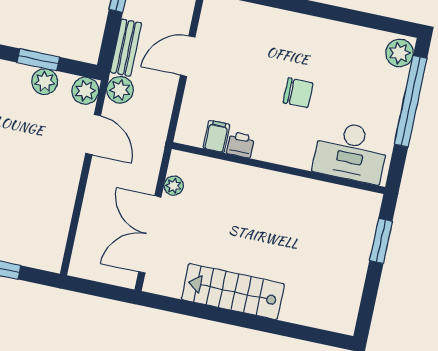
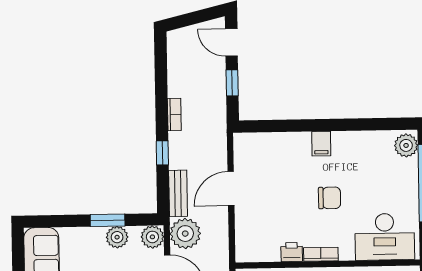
plant: (120, 90) -> (185, 234), width x1.36, depth x1.36
filing cabinet: (216, 136) -> (321, 144), moved, turned 180
bookcase: (273, 155) -> (321, 254), added

